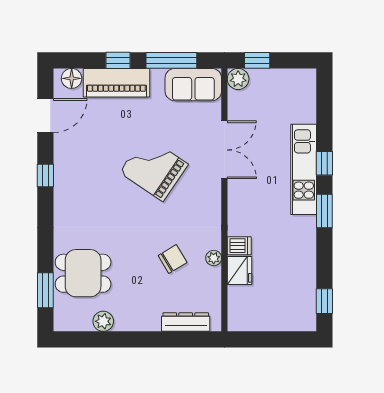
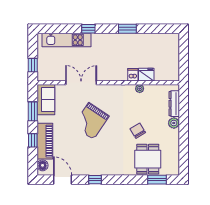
window: (171, 60) -> (33, 111), width x0.69
plant: (238, 79) -> (43, 75), removed
kitchen unit: (304, 169) -> (66, 40), moved
window: (324, 211) -> (127, 29), moved
chair: (173, 259) -> (138, 131), moved
window: (324, 301) -> (163, 29), removed
plant: (103, 321) -> (174, 123), moved

